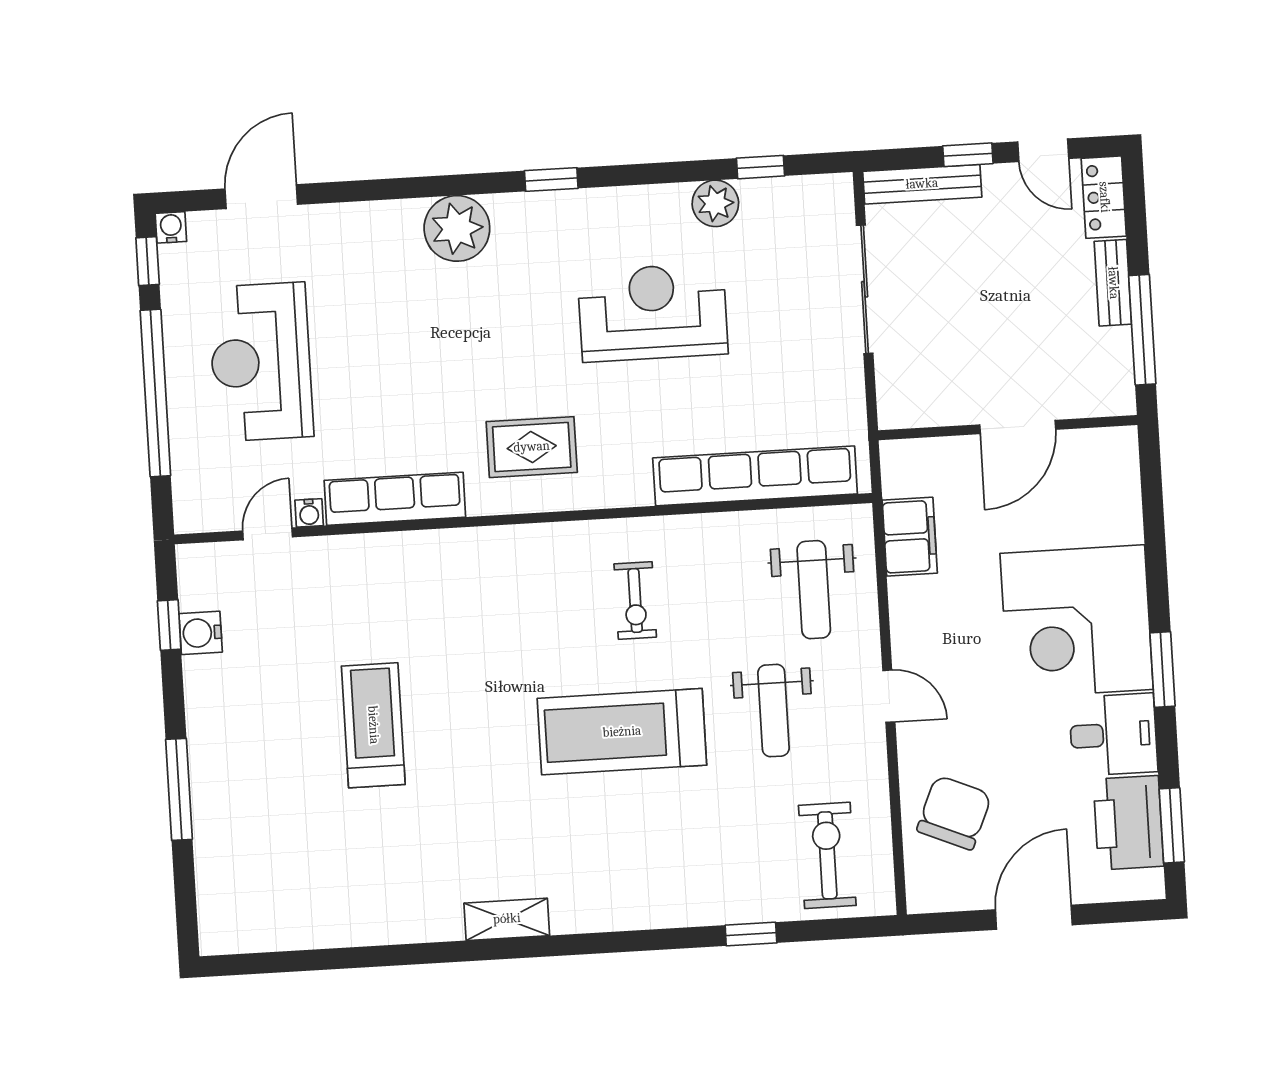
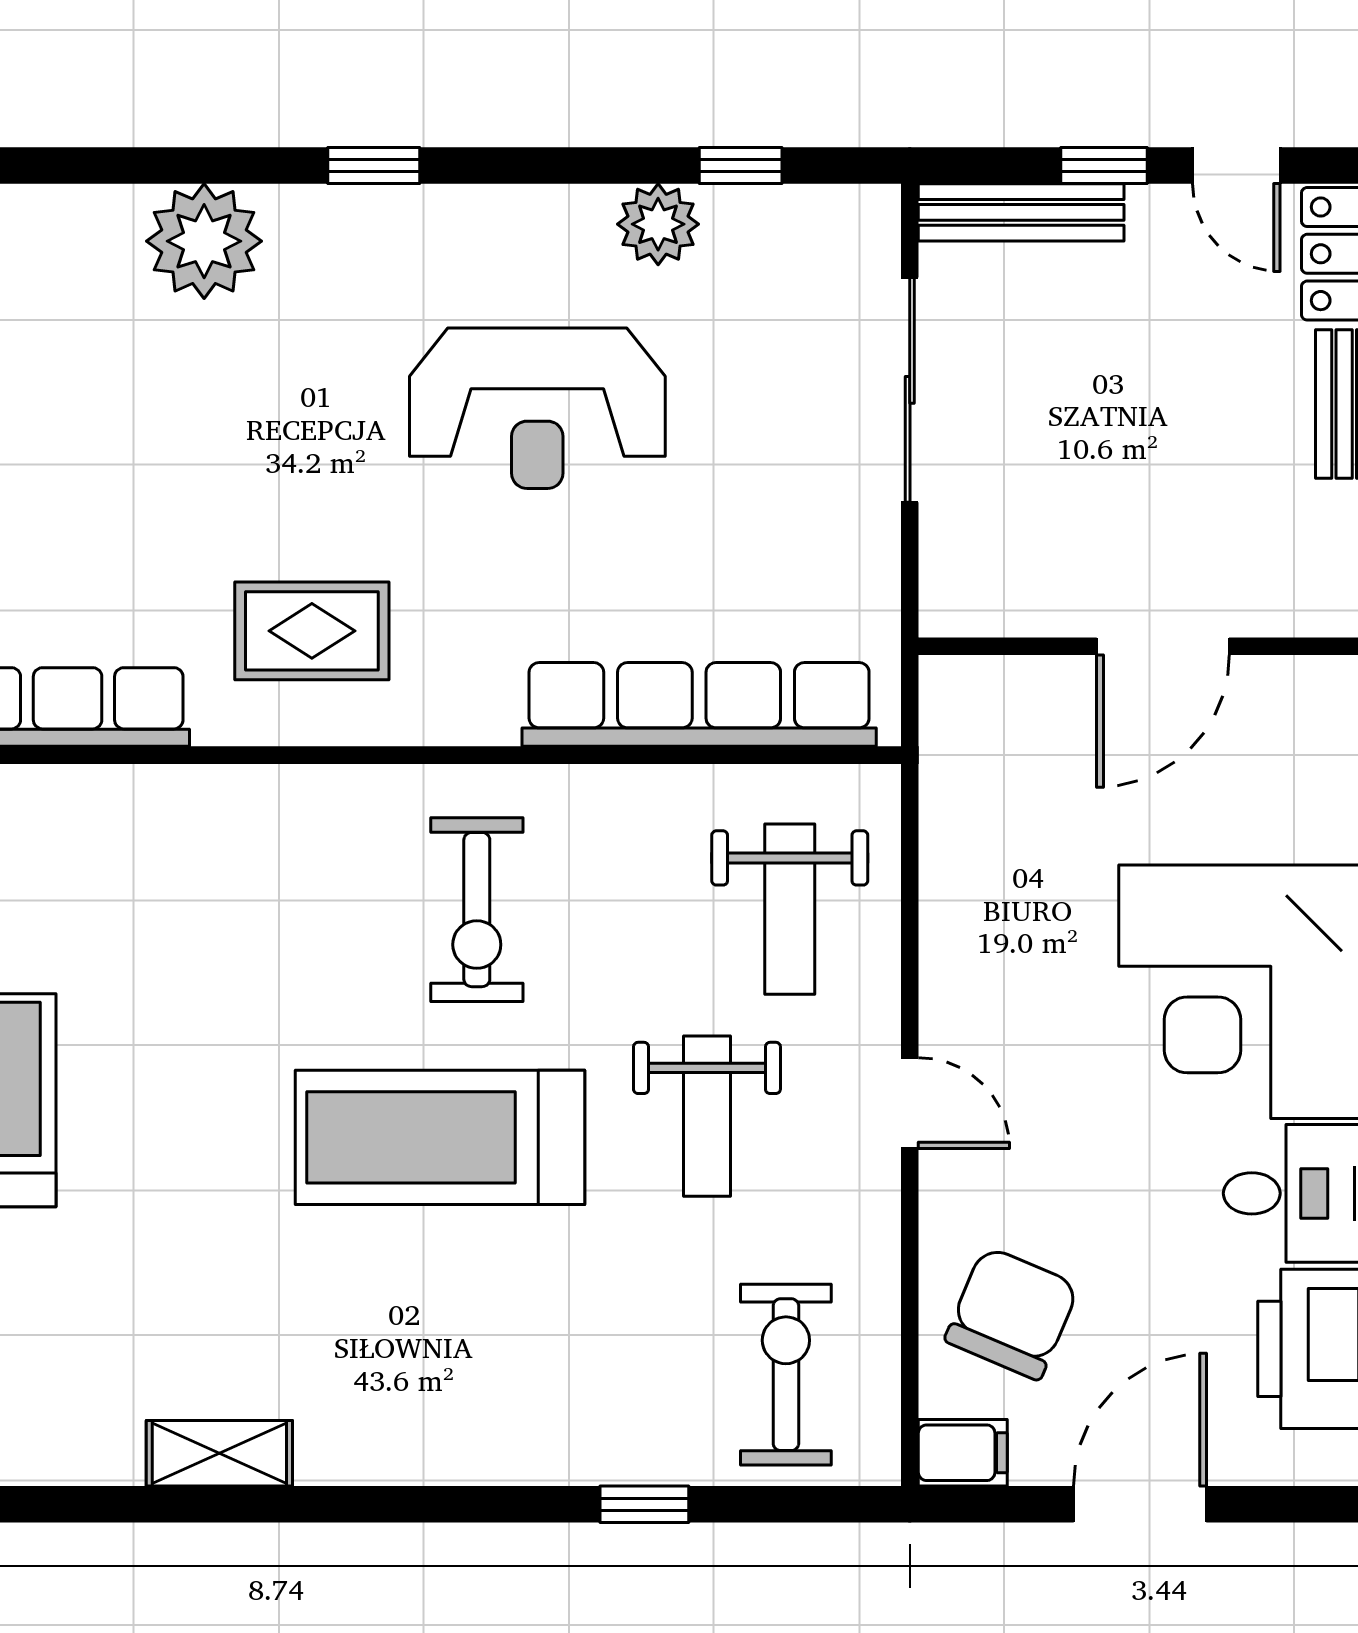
reception desk: (653, 312) -> (537, 408), turned 180
filing cabinet: (910, 537) -> (963, 1453), moved, width x0.50
exercise bike: (635, 600) -> (477, 910), width x1.38, depth x1.39

